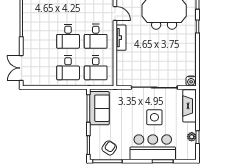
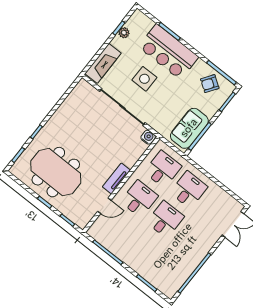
door: (115, 13) -> (104, 206), swing flipped
water cooler: (191, 81) -> (148, 137), moved

